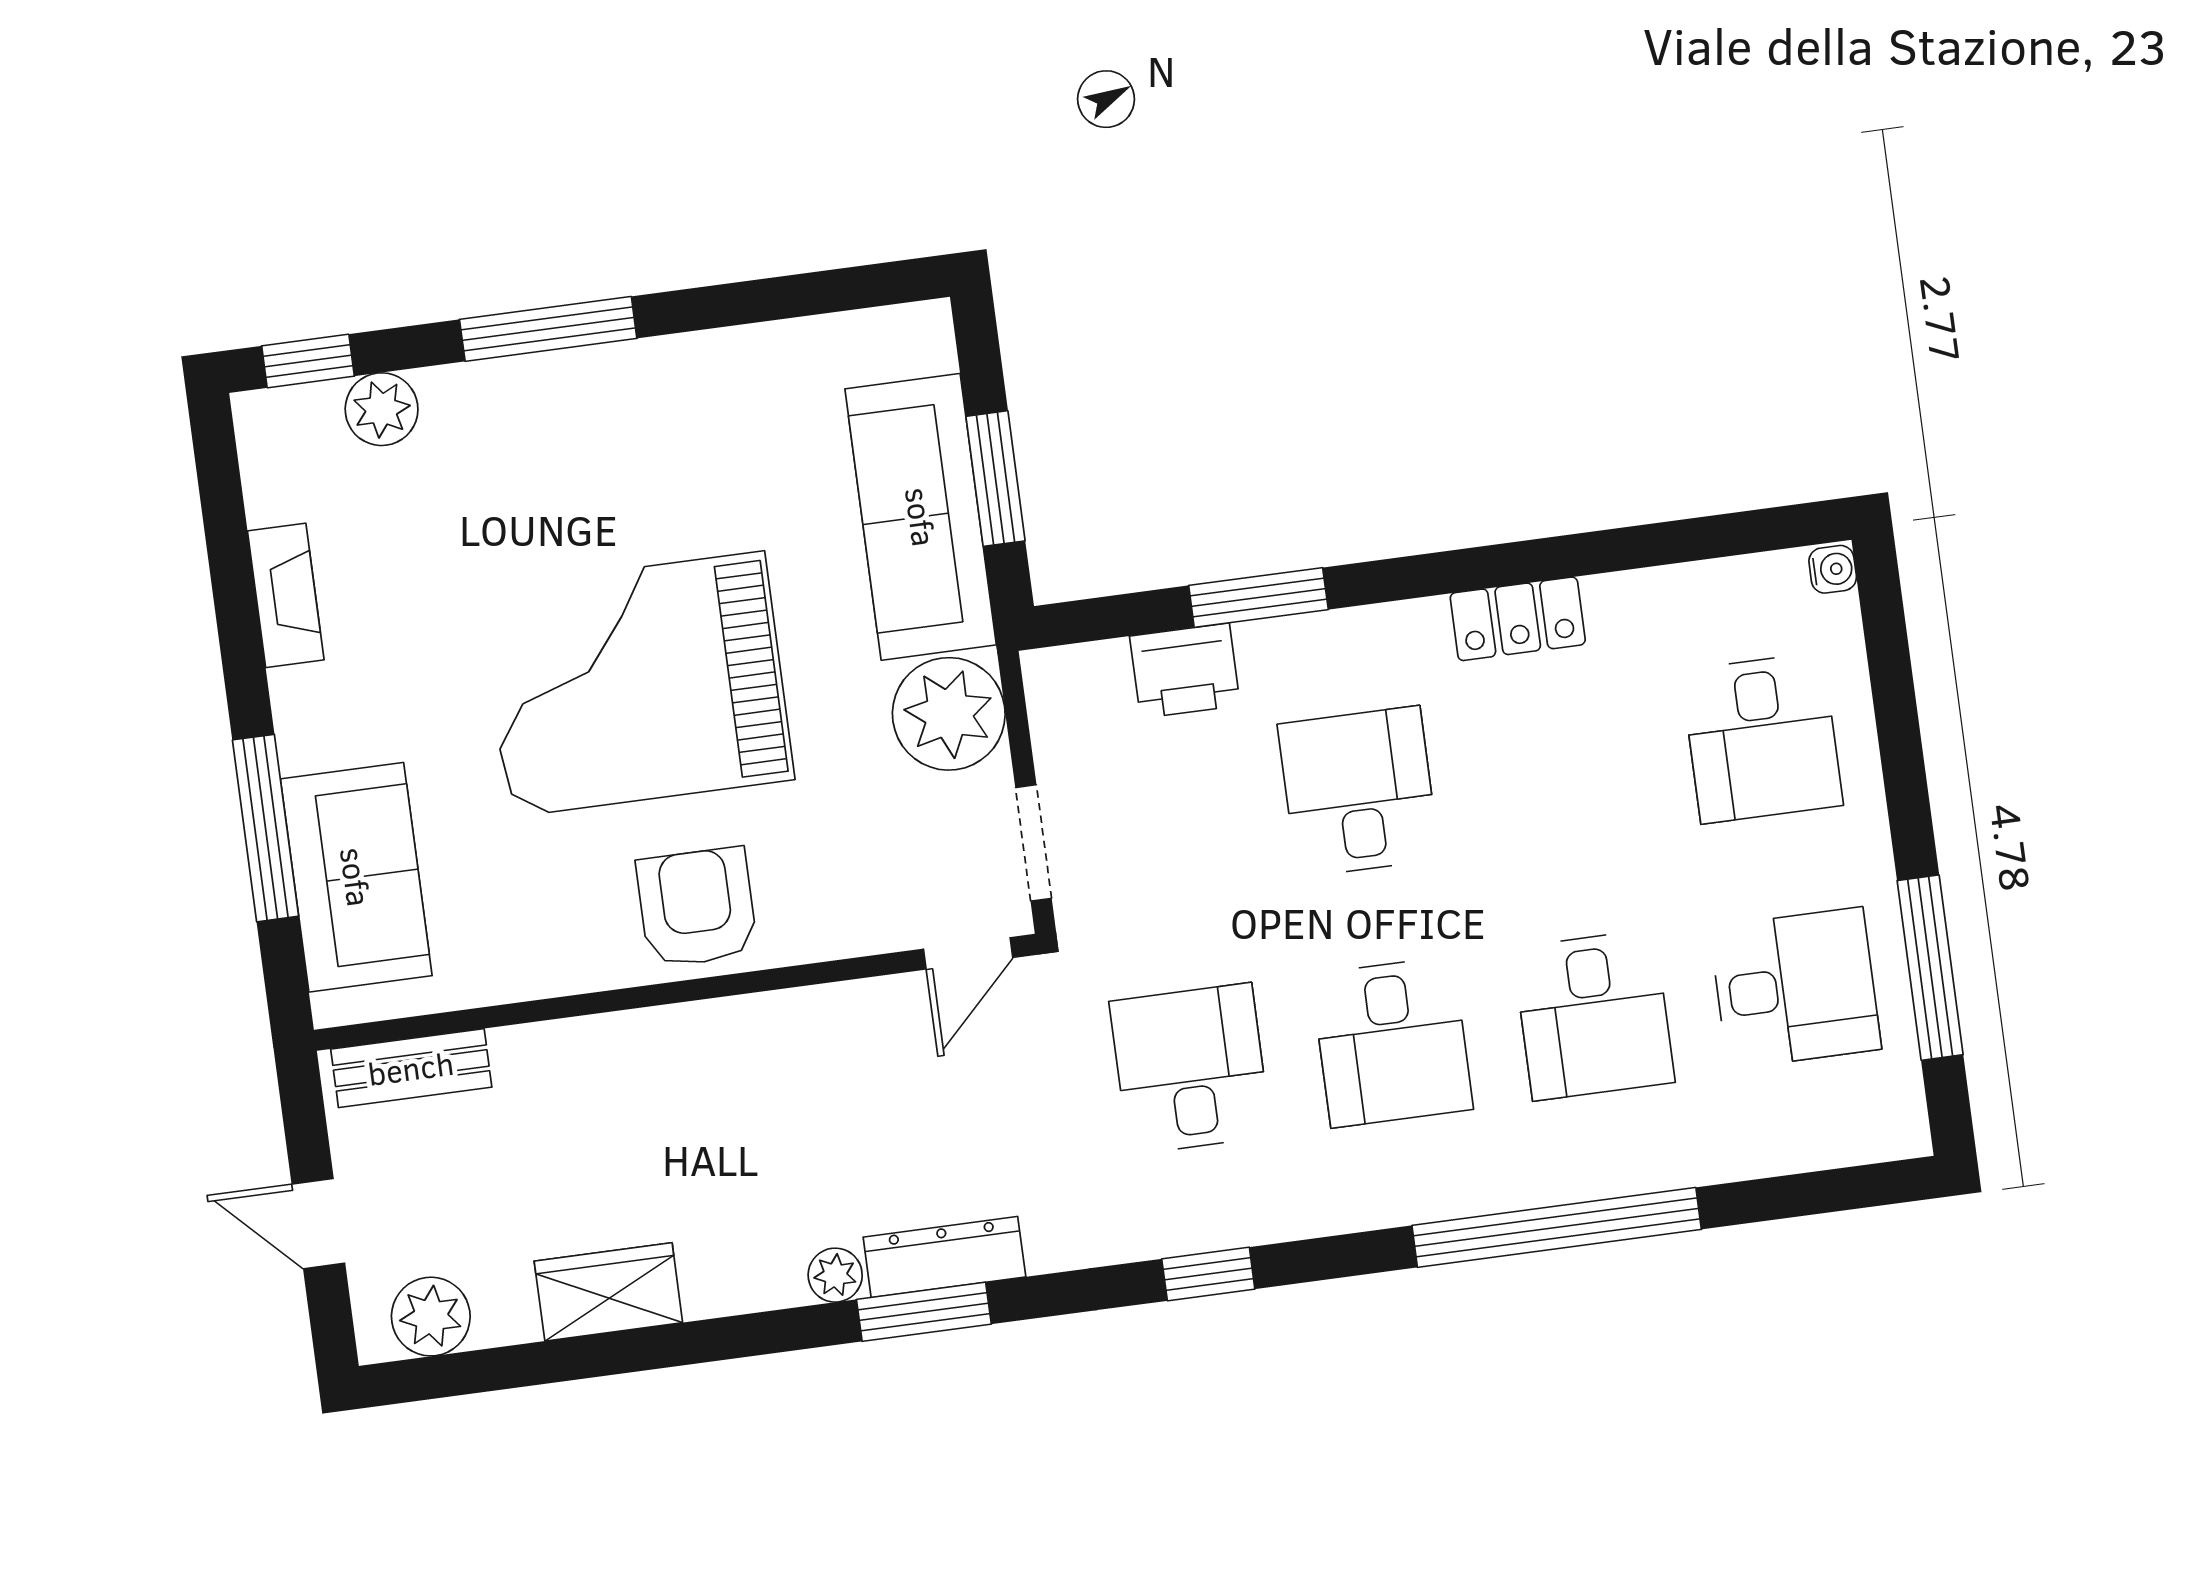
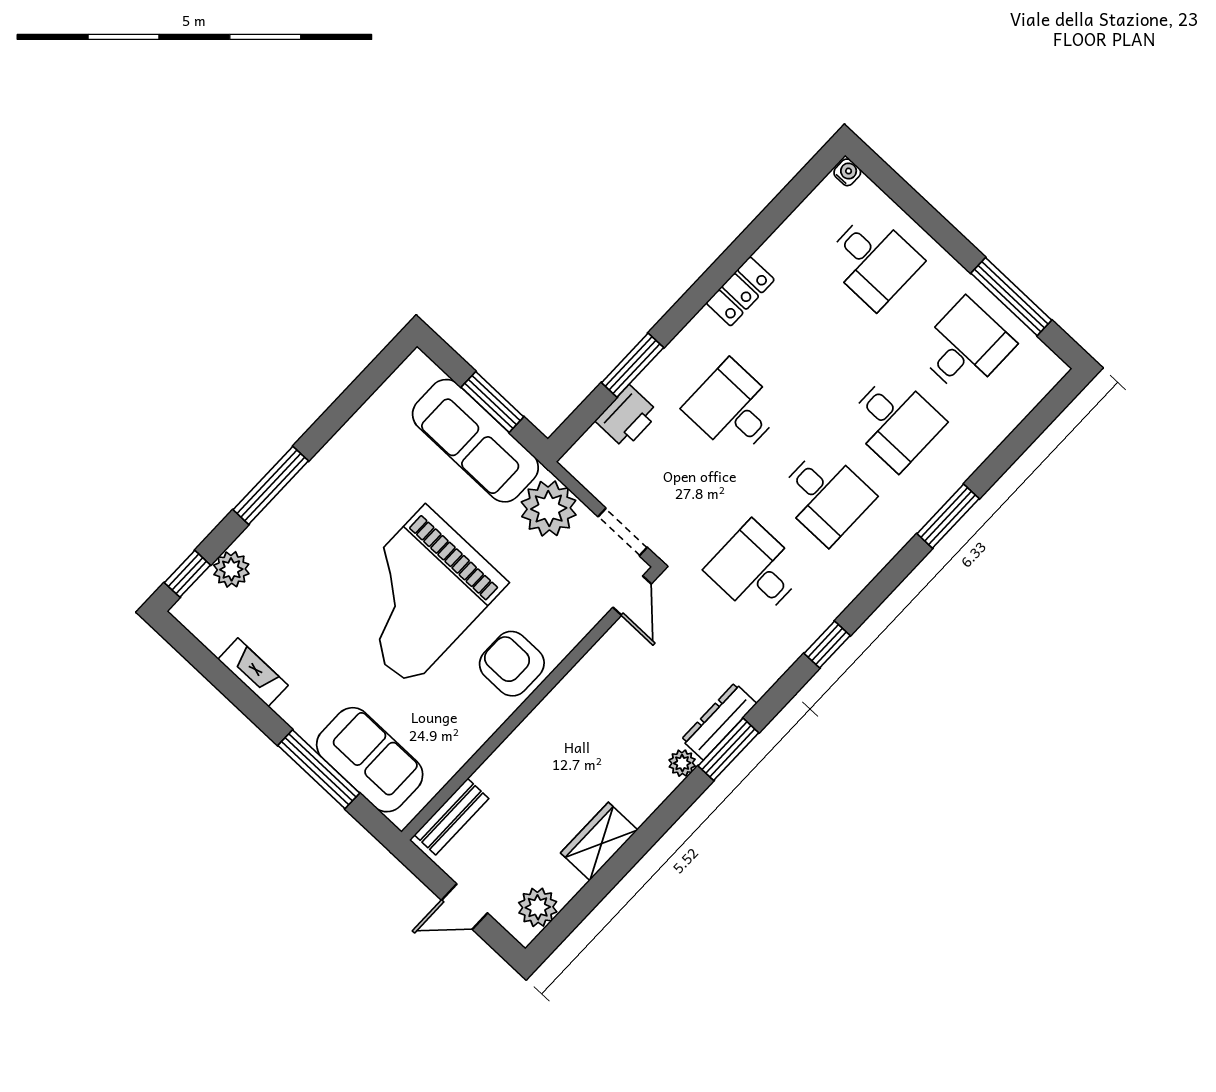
window: (1557, 1227) -> (948, 516), width x0.47

